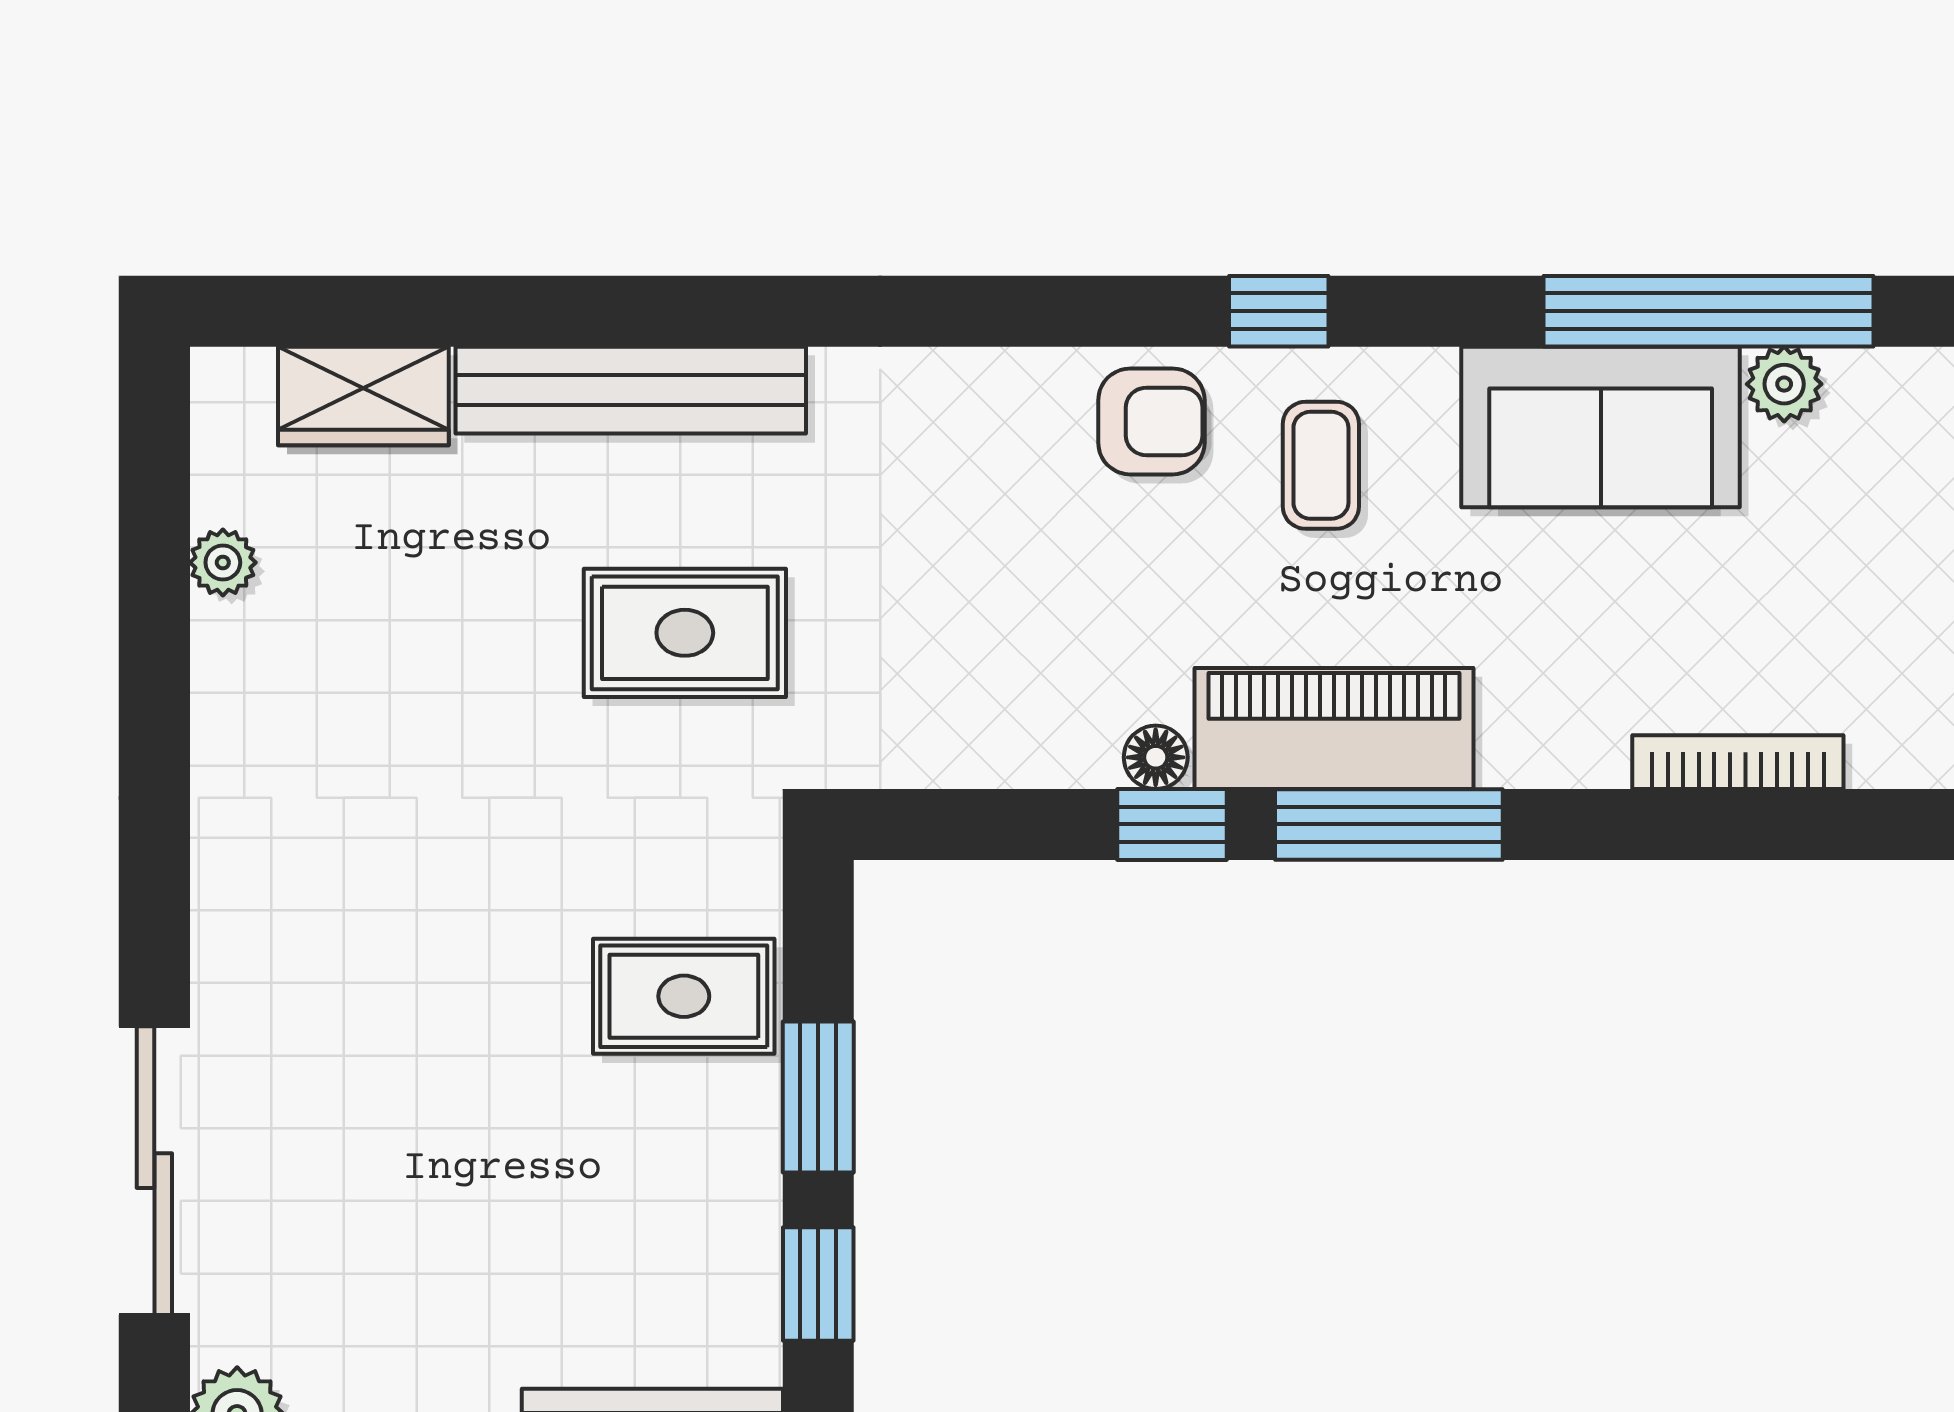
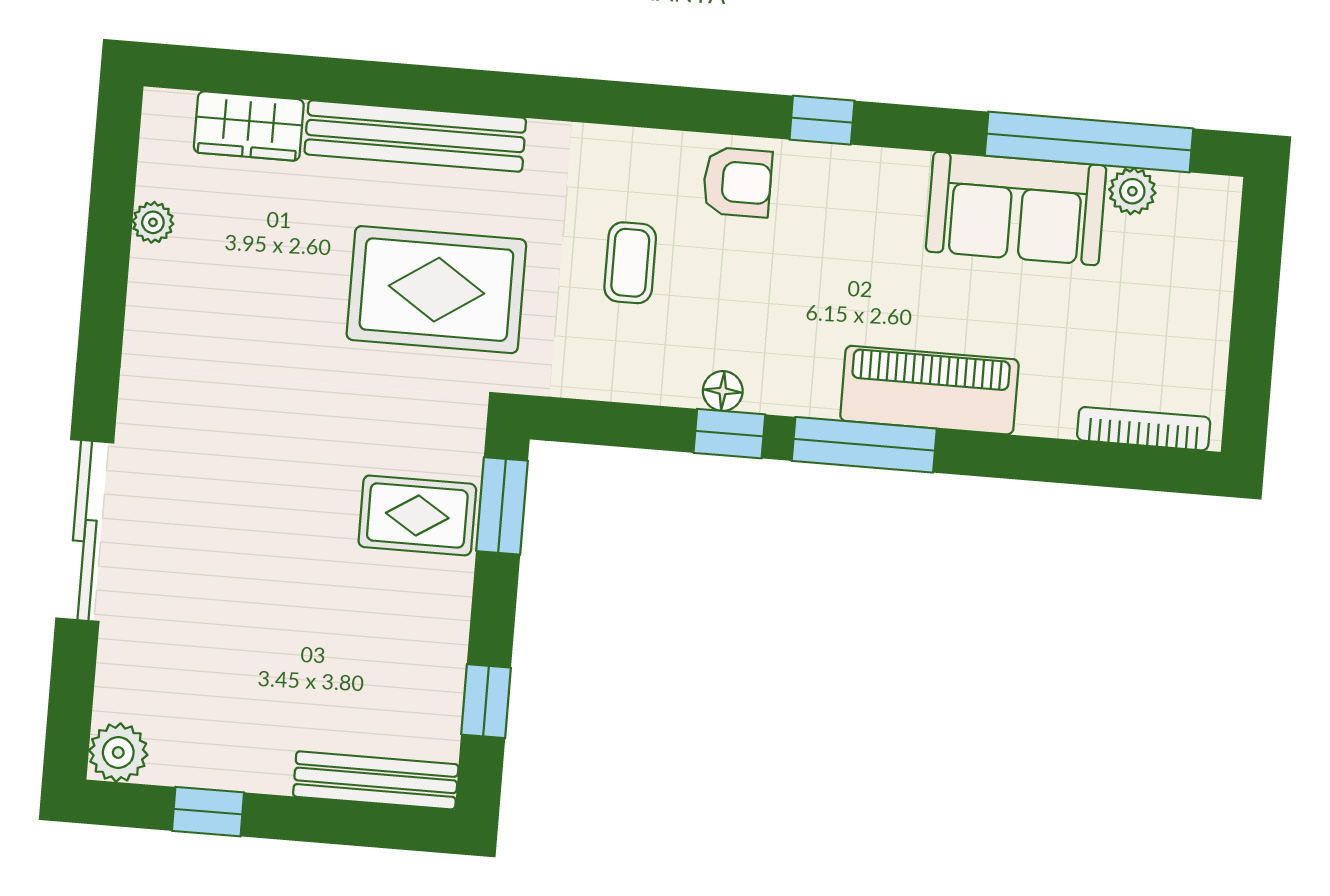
coffee table: (1321, 465) -> (630, 263), moved
rug: (685, 633) -> (436, 290), width x1.36, depth x1.43
piano: (1334, 729) -> (929, 390), moved
bookcase: (1738, 762) -> (1144, 429), moved
window: (818, 1097) -> (502, 506), moved
sliding door: (154, 1171) -> (85, 531), moved

